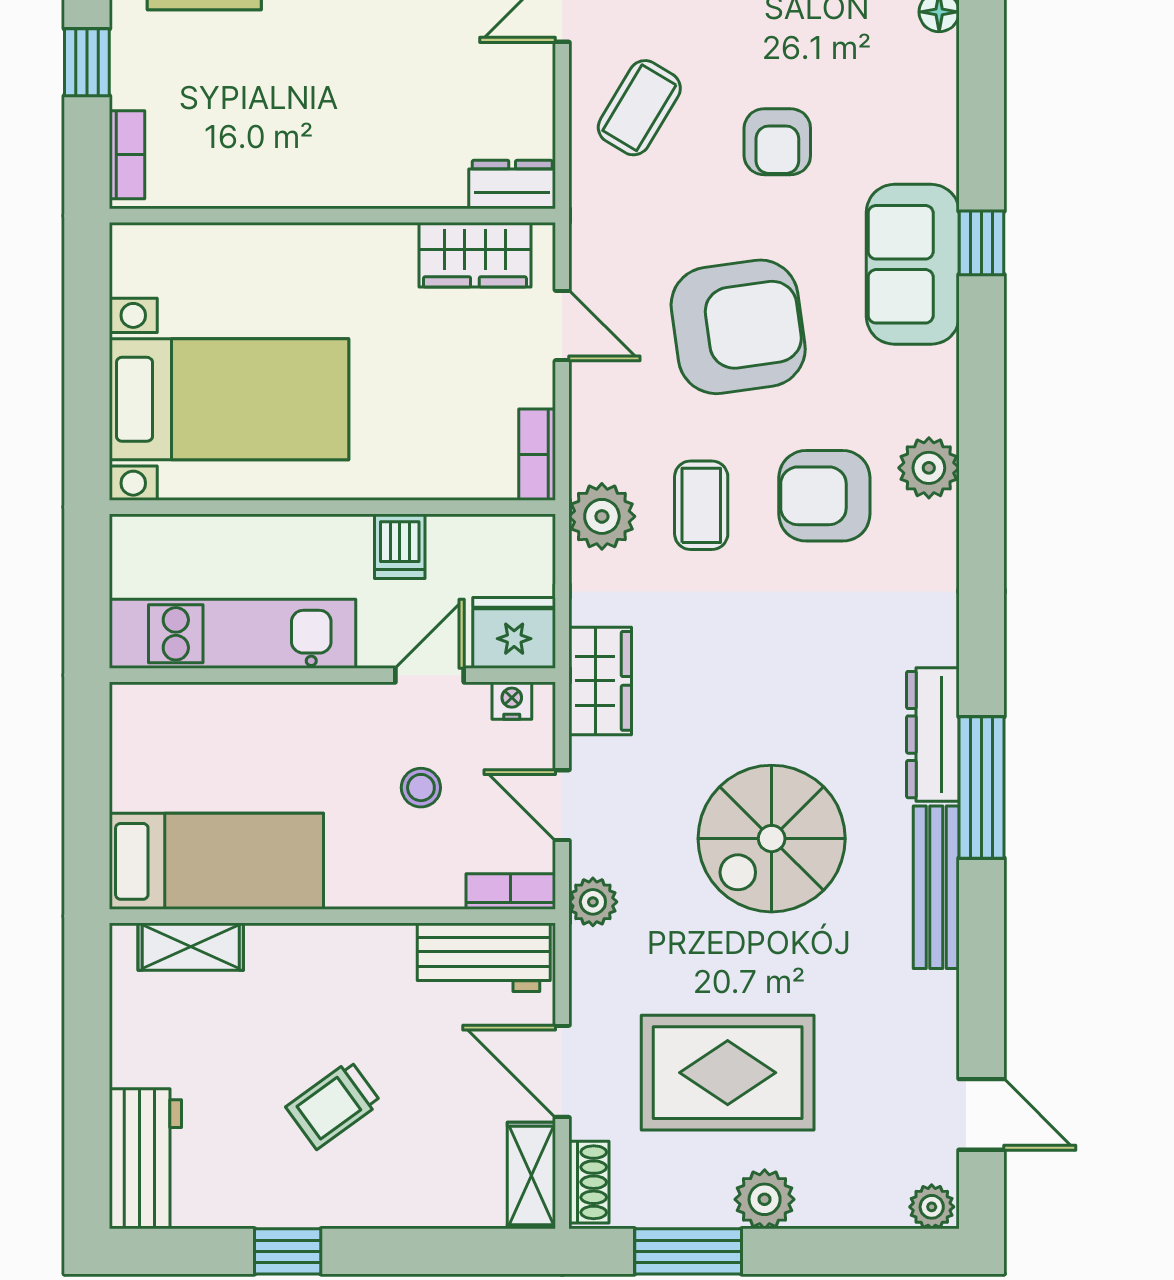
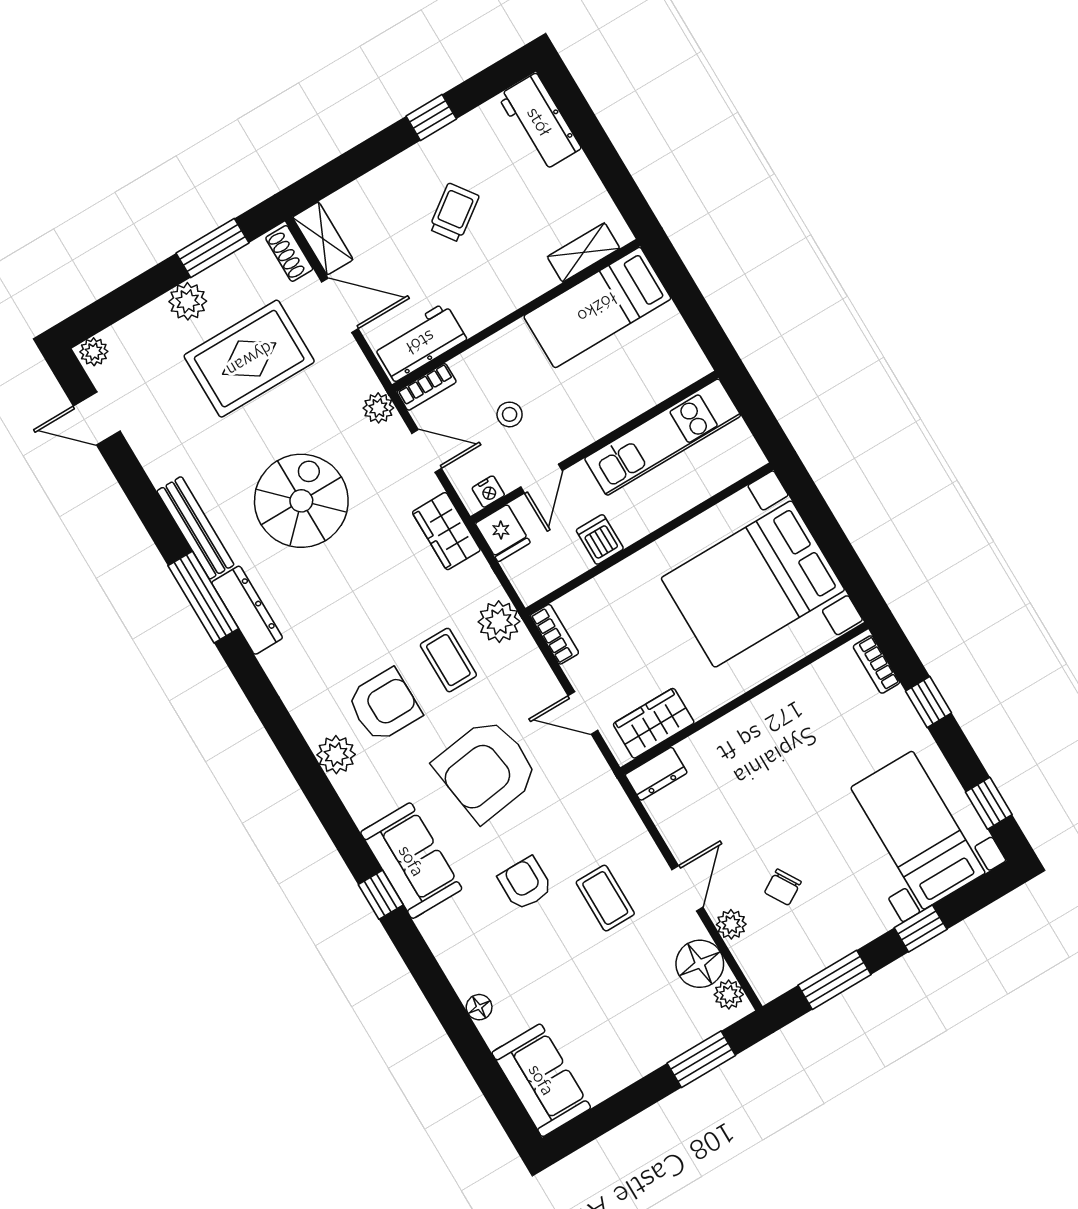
coffee table: (639, 108) -> (605, 898), moved, turned -31
bed with nightstands: (229, 399) -> (753, 584), width x1.36
fridge: (514, 633) -> (503, 533), width x0.72

